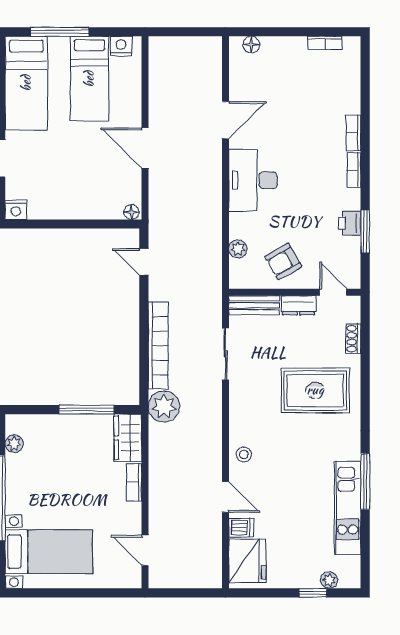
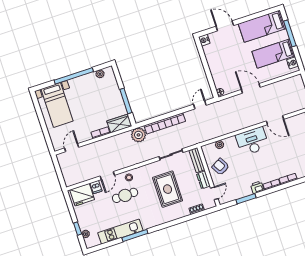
door: (145, 148) -> (251, 88), hinge flipped
printer: (350, 223) -> (257, 187), moved
rug: (315, 390) -> (168, 189), moved
cafe table: (277, 474) -> (125, 195), added

